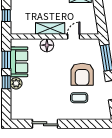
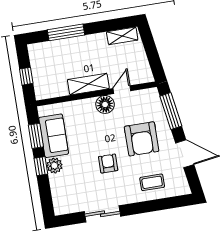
floor lamp: (47, 45) -> (105, 104), moved
armchair: (55, 88) -> (108, 164), added
coffee table: (79, 98) -> (152, 182), moved

